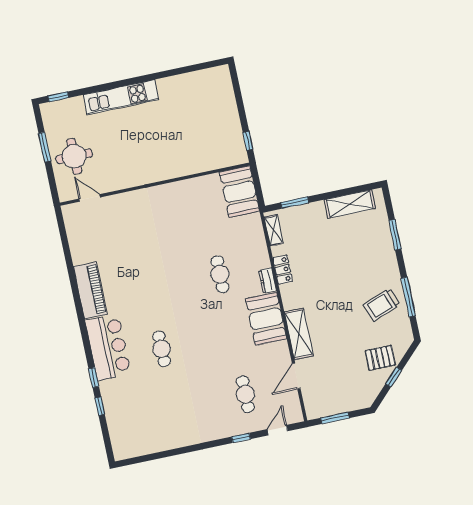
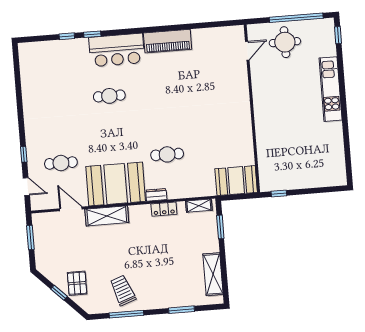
window: (45, 147) -> (296, 18), width x2.11
booth: (266, 319) -> (116, 184), width x1.36, depth x1.42

